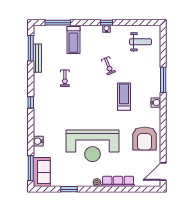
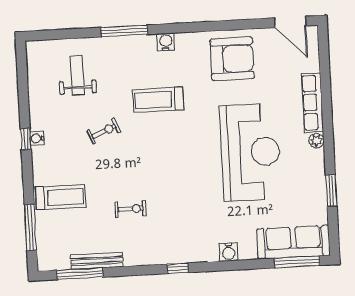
weight bench: (141, 42) -> (77, 75), moved
water cooler: (38, 141) -> (229, 252), moved
sofa: (42, 172) -> (293, 242), width x1.36

